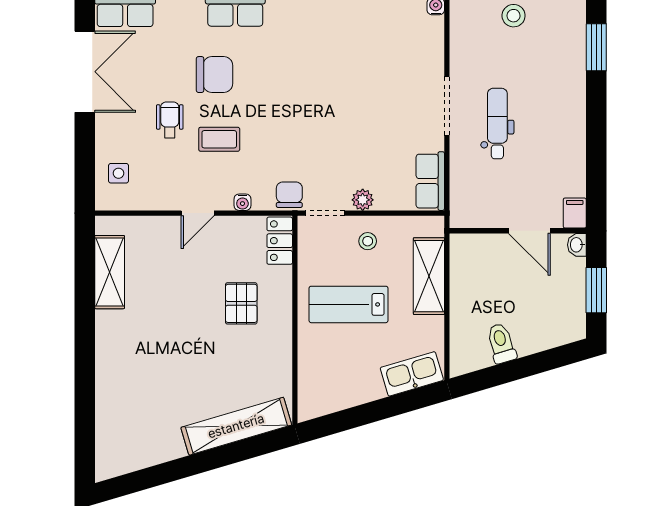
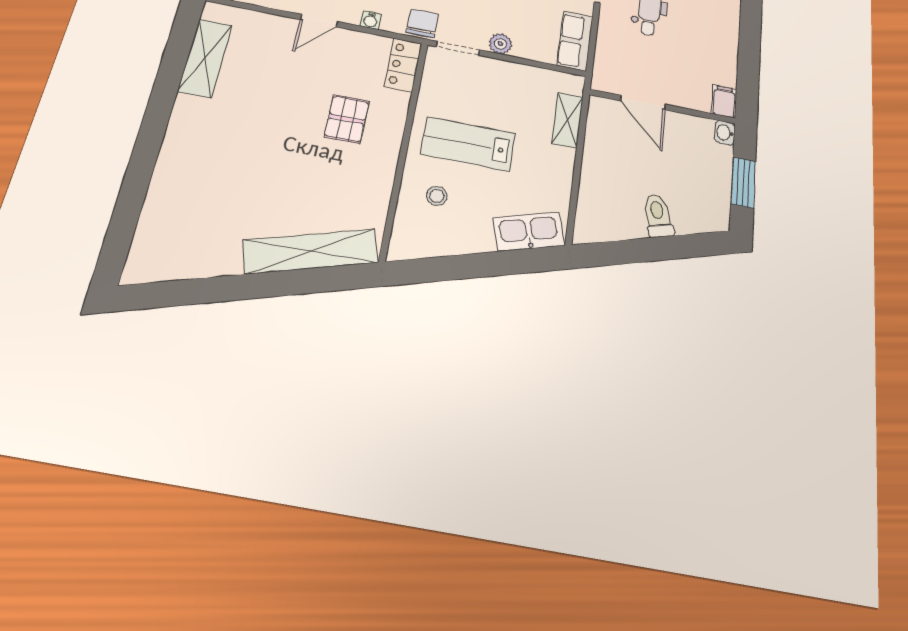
door: (529, 231) -> (643, 103), moved
stool: (368, 241) -> (437, 196), moved
shelving: (429, 276) -> (567, 120), width x0.67, depth x0.75
toilet: (501, 343) -> (658, 216), moved

